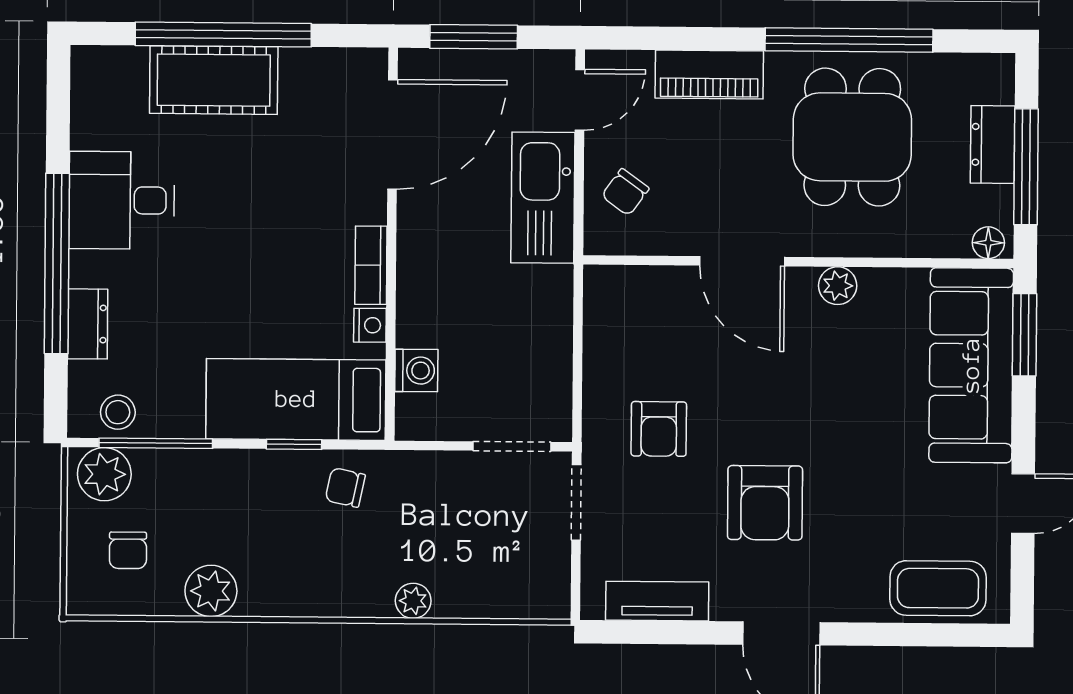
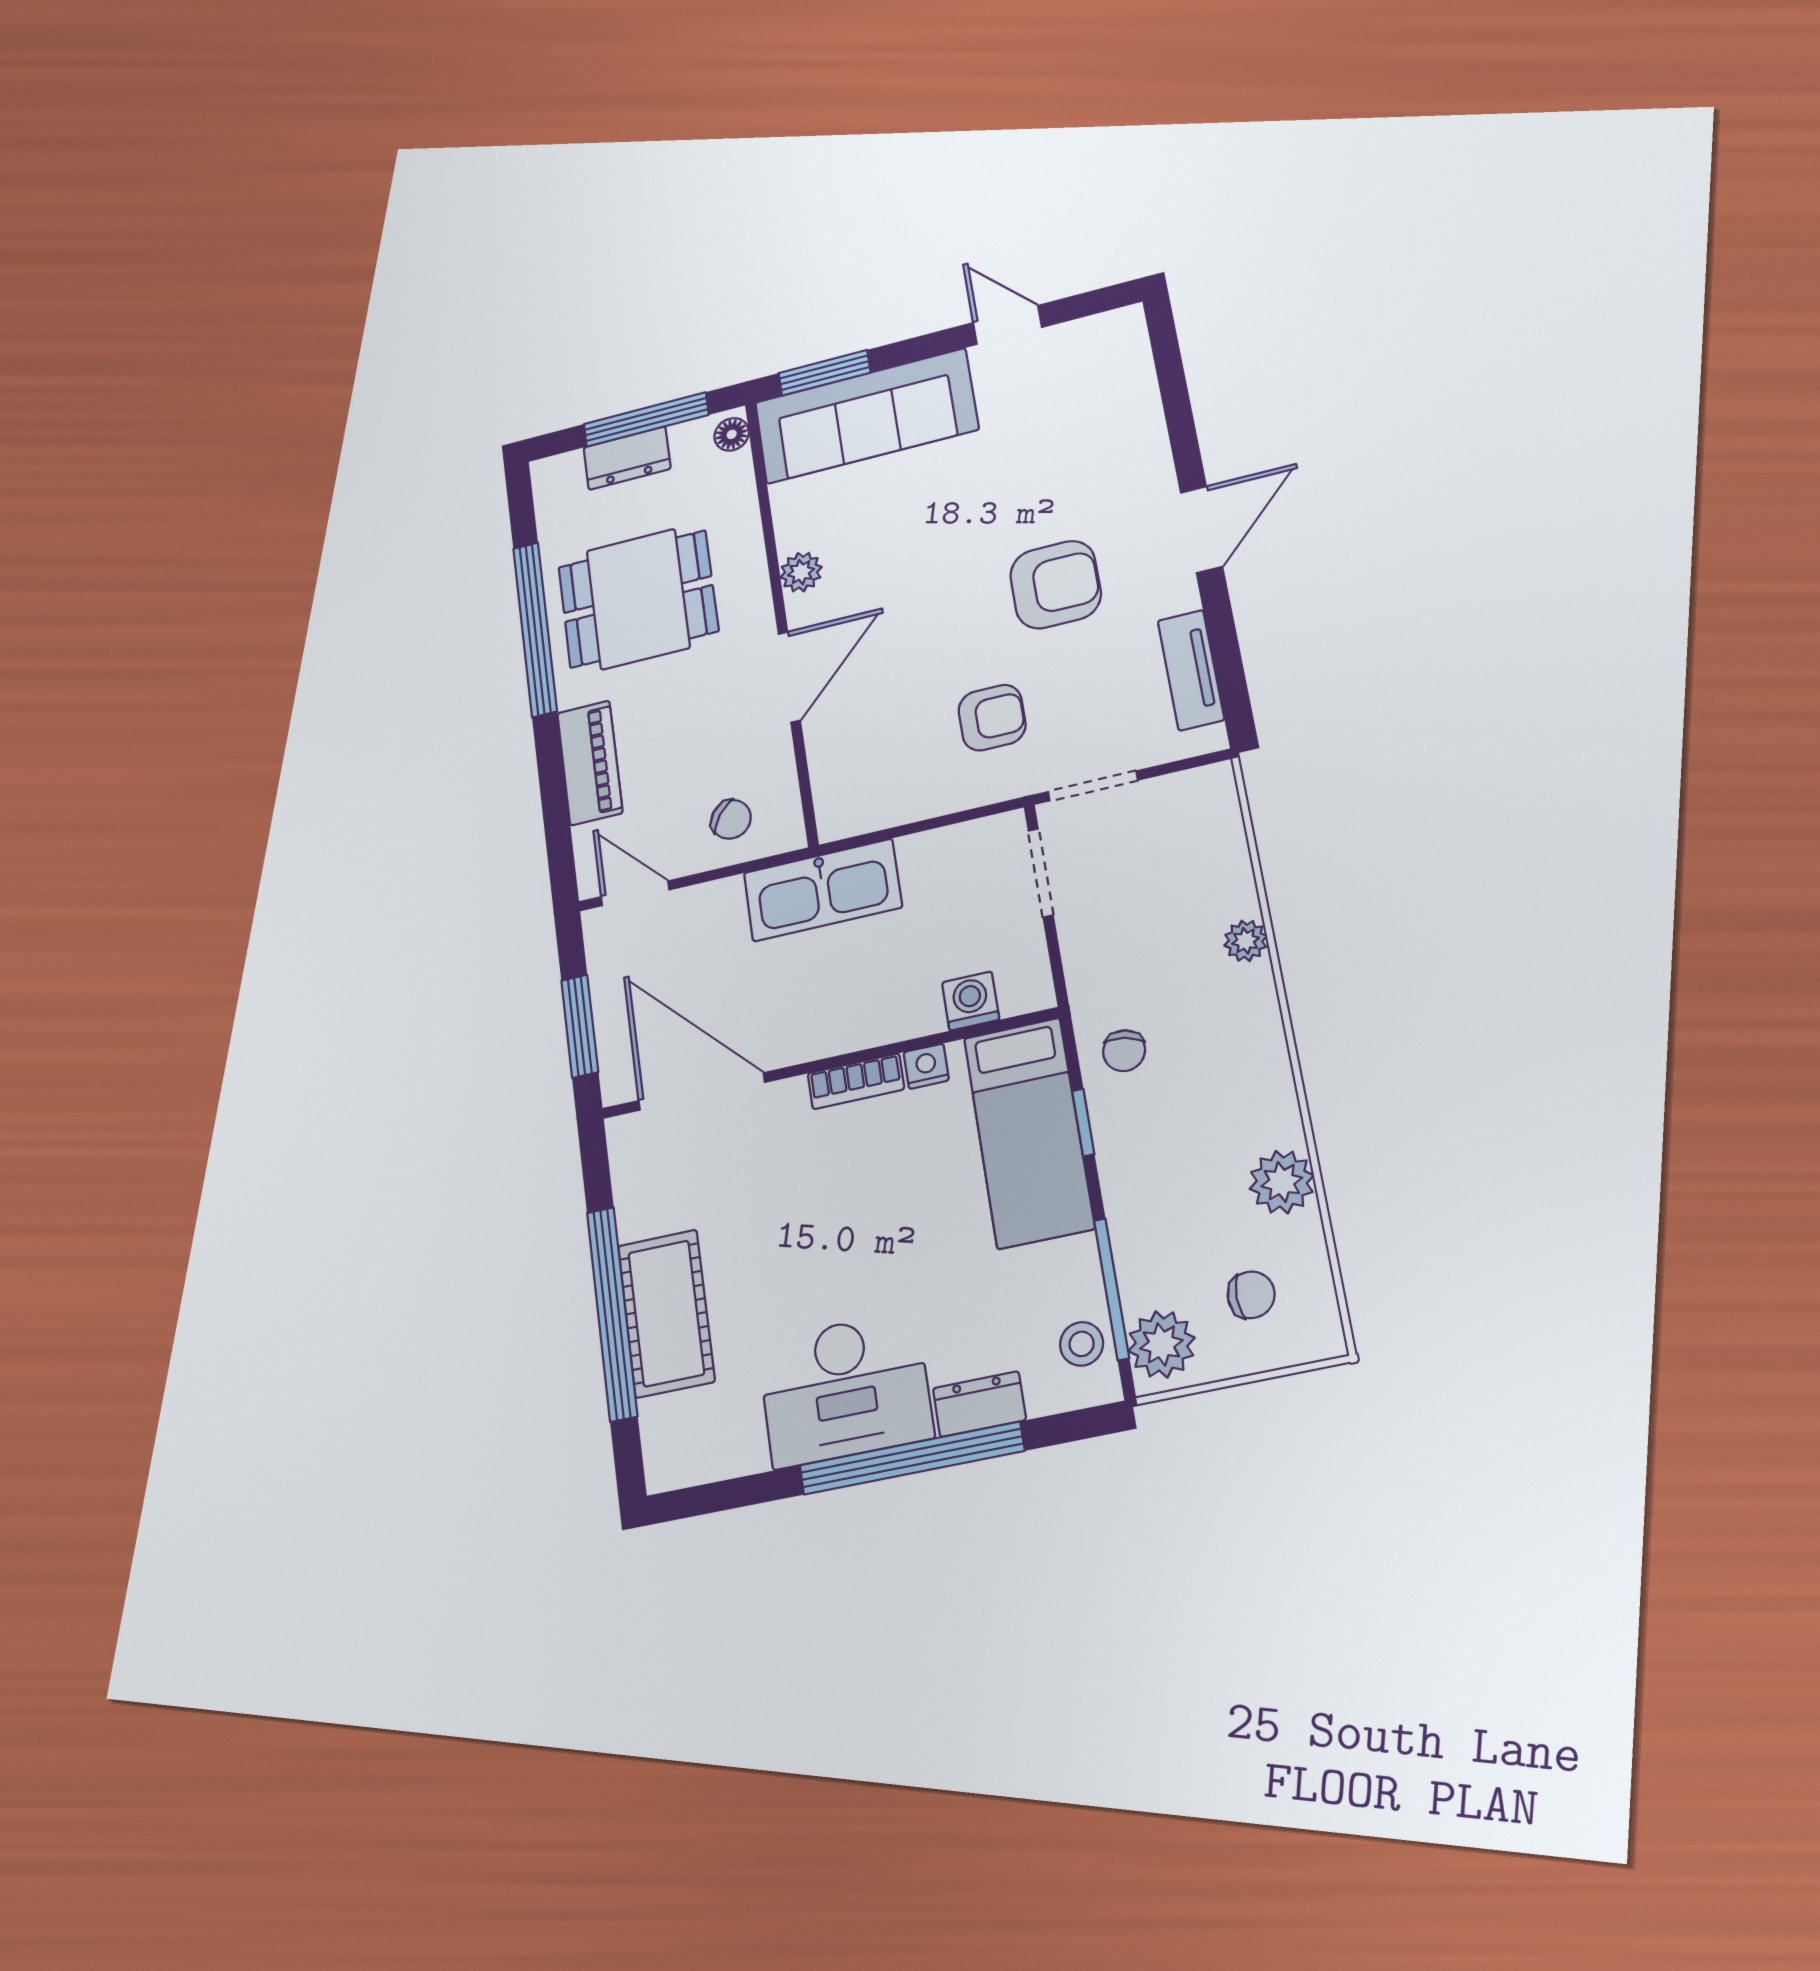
kitchen sink: (543, 198) -> (823, 890), moved
desk: (122, 200) -> (845, 1389), width x1.37
coffee table: (938, 588) -> (1118, 384), removed

